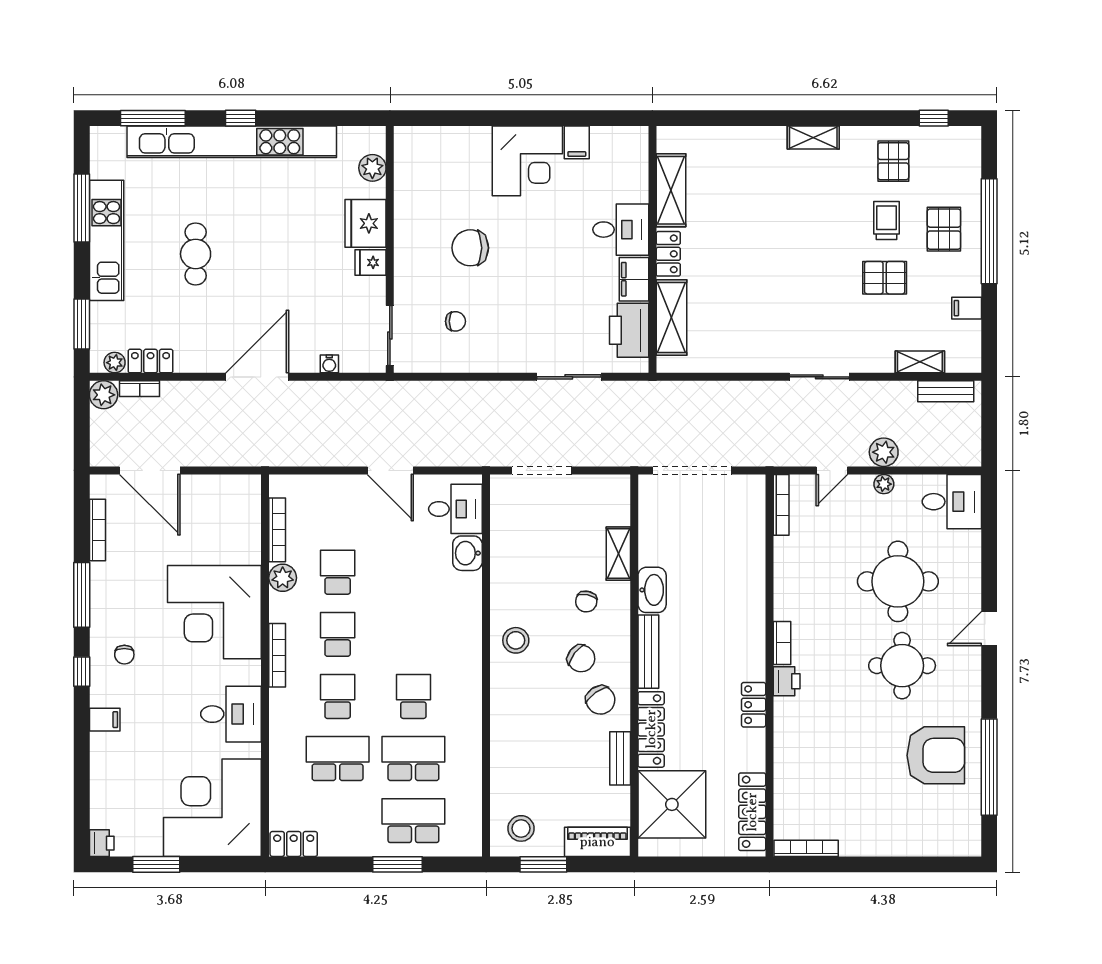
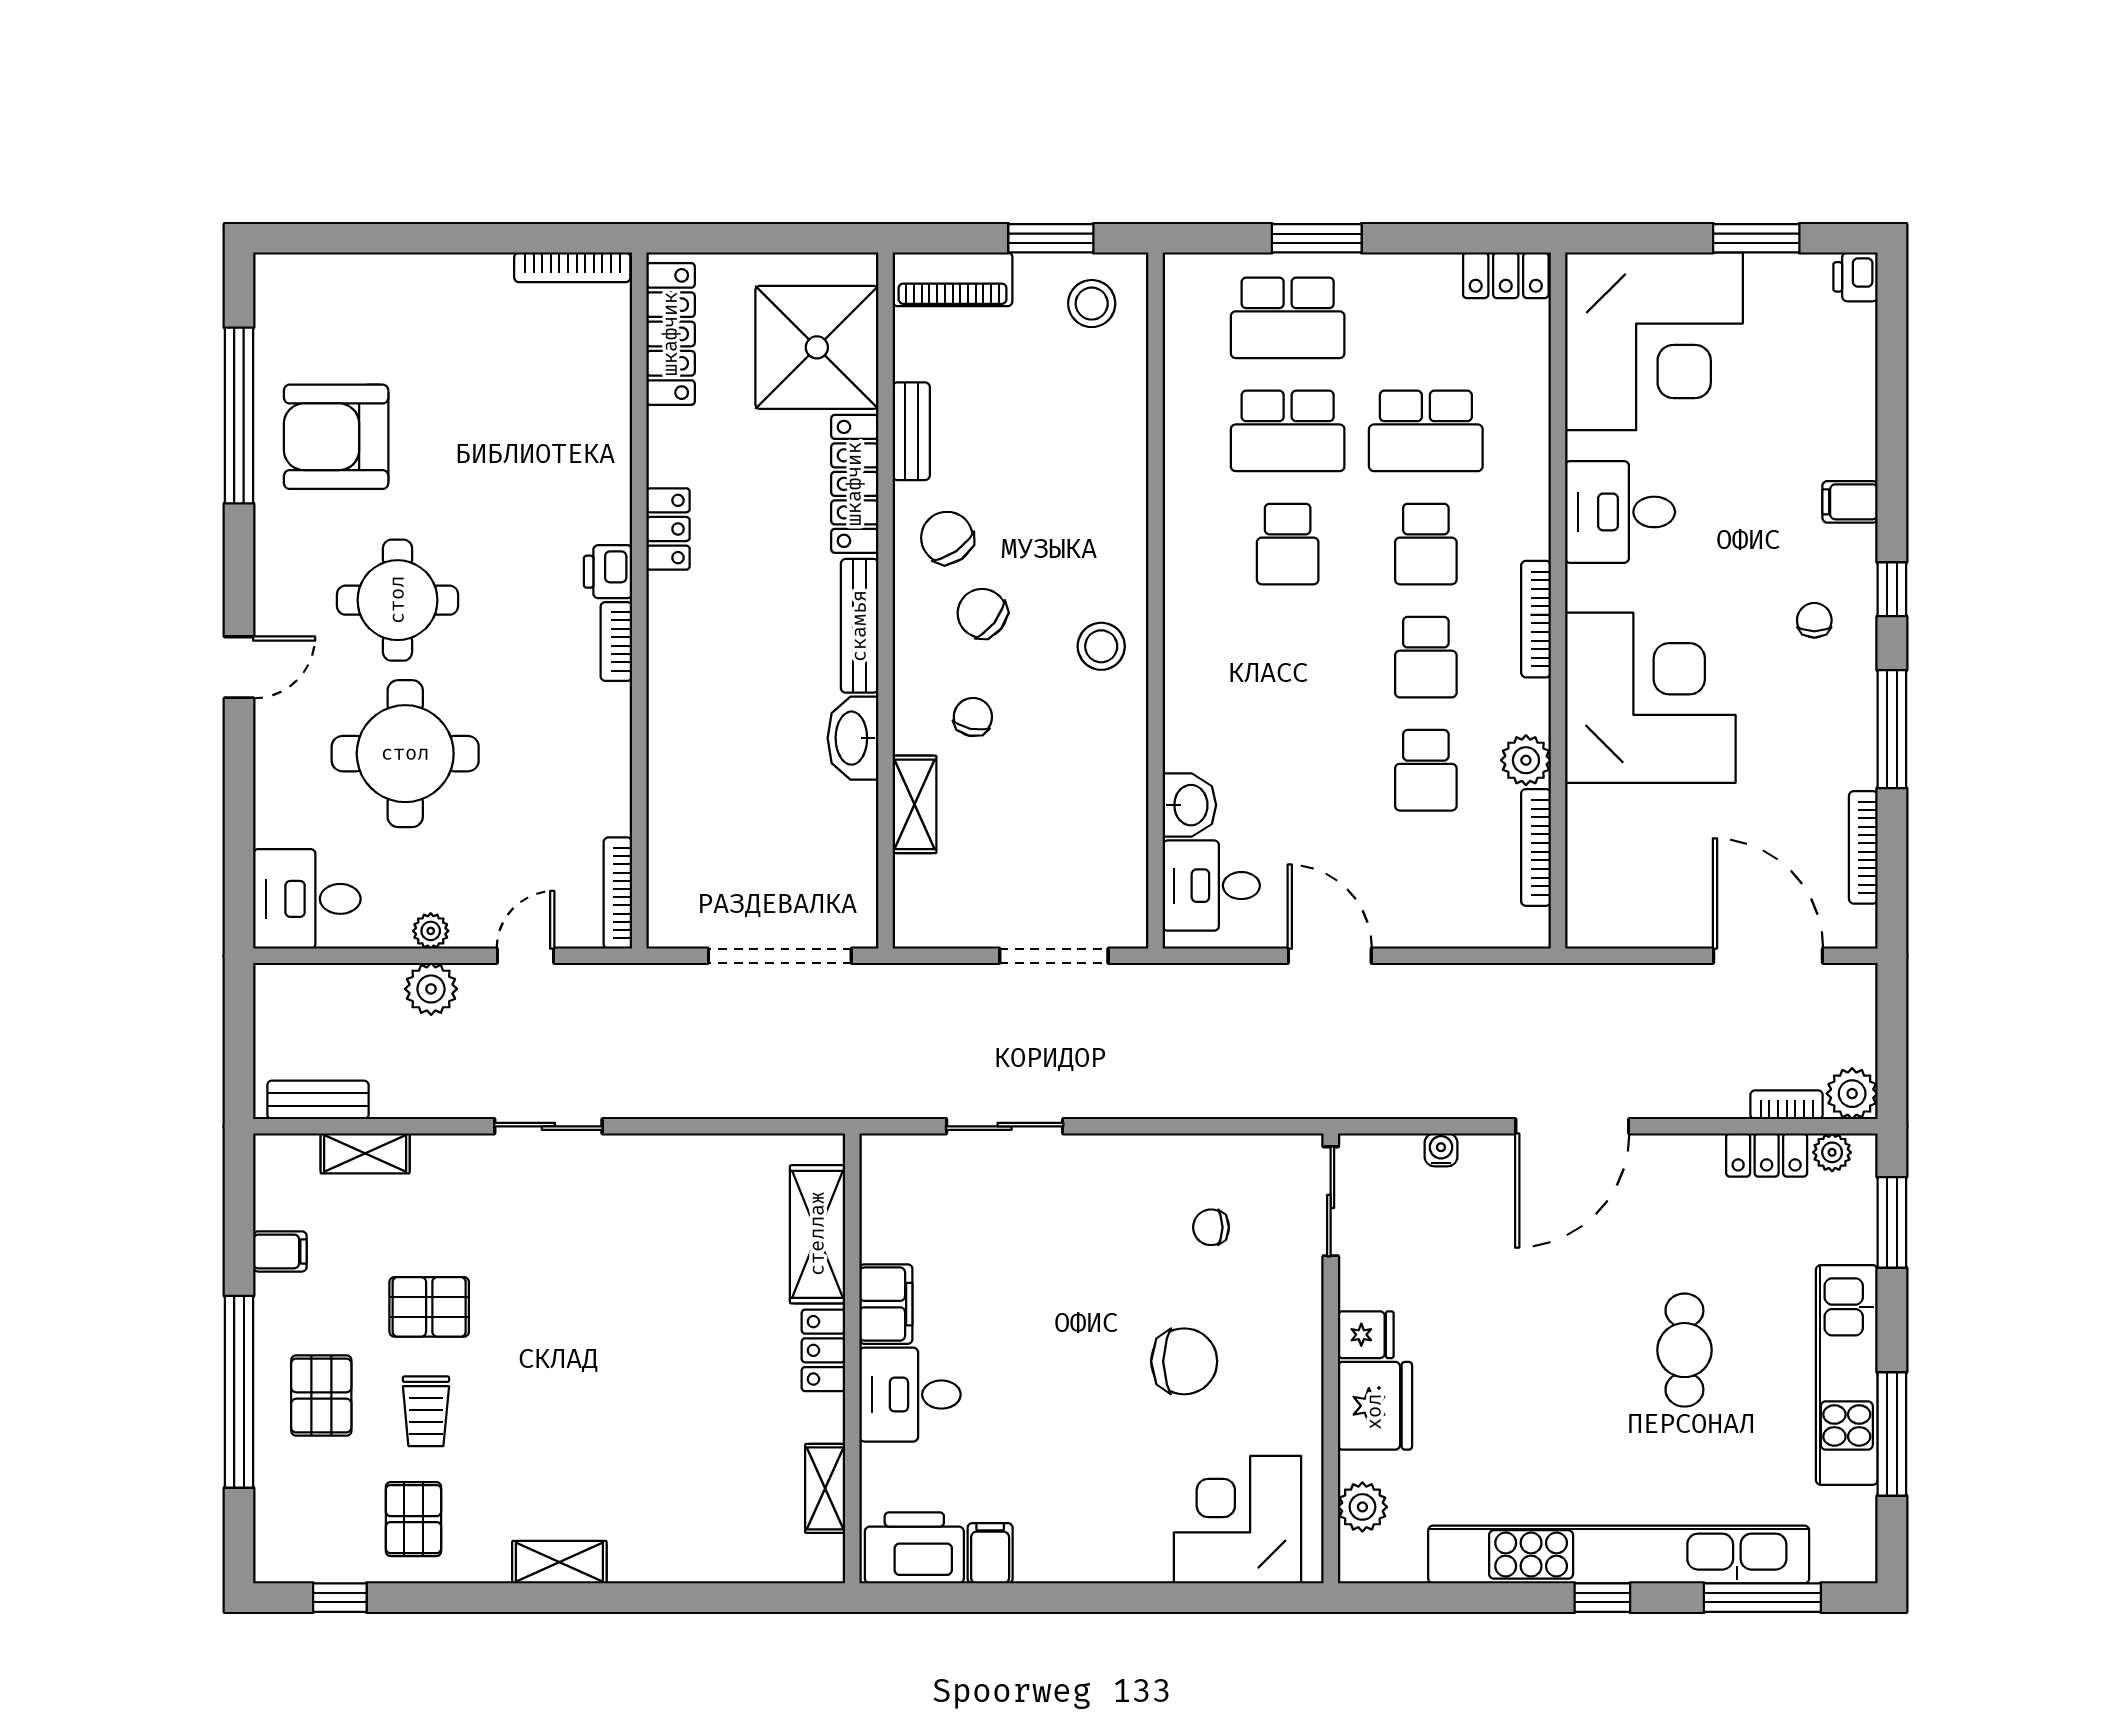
corner desk: (527, 161) -> (1237, 1520), moved
shelving: (671, 190) -> (825, 1488), width x0.67, depth x0.75
printer: (629, 330) -> (914, 1548), moved, turned -90

